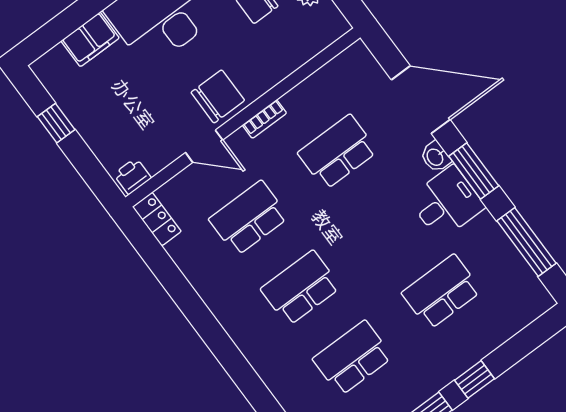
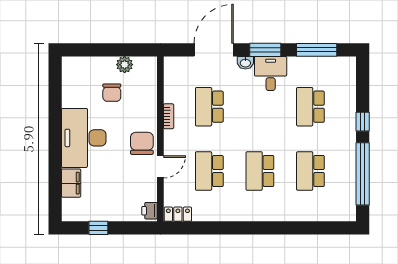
bookcase: (264, 119) -> (169, 116), moved

